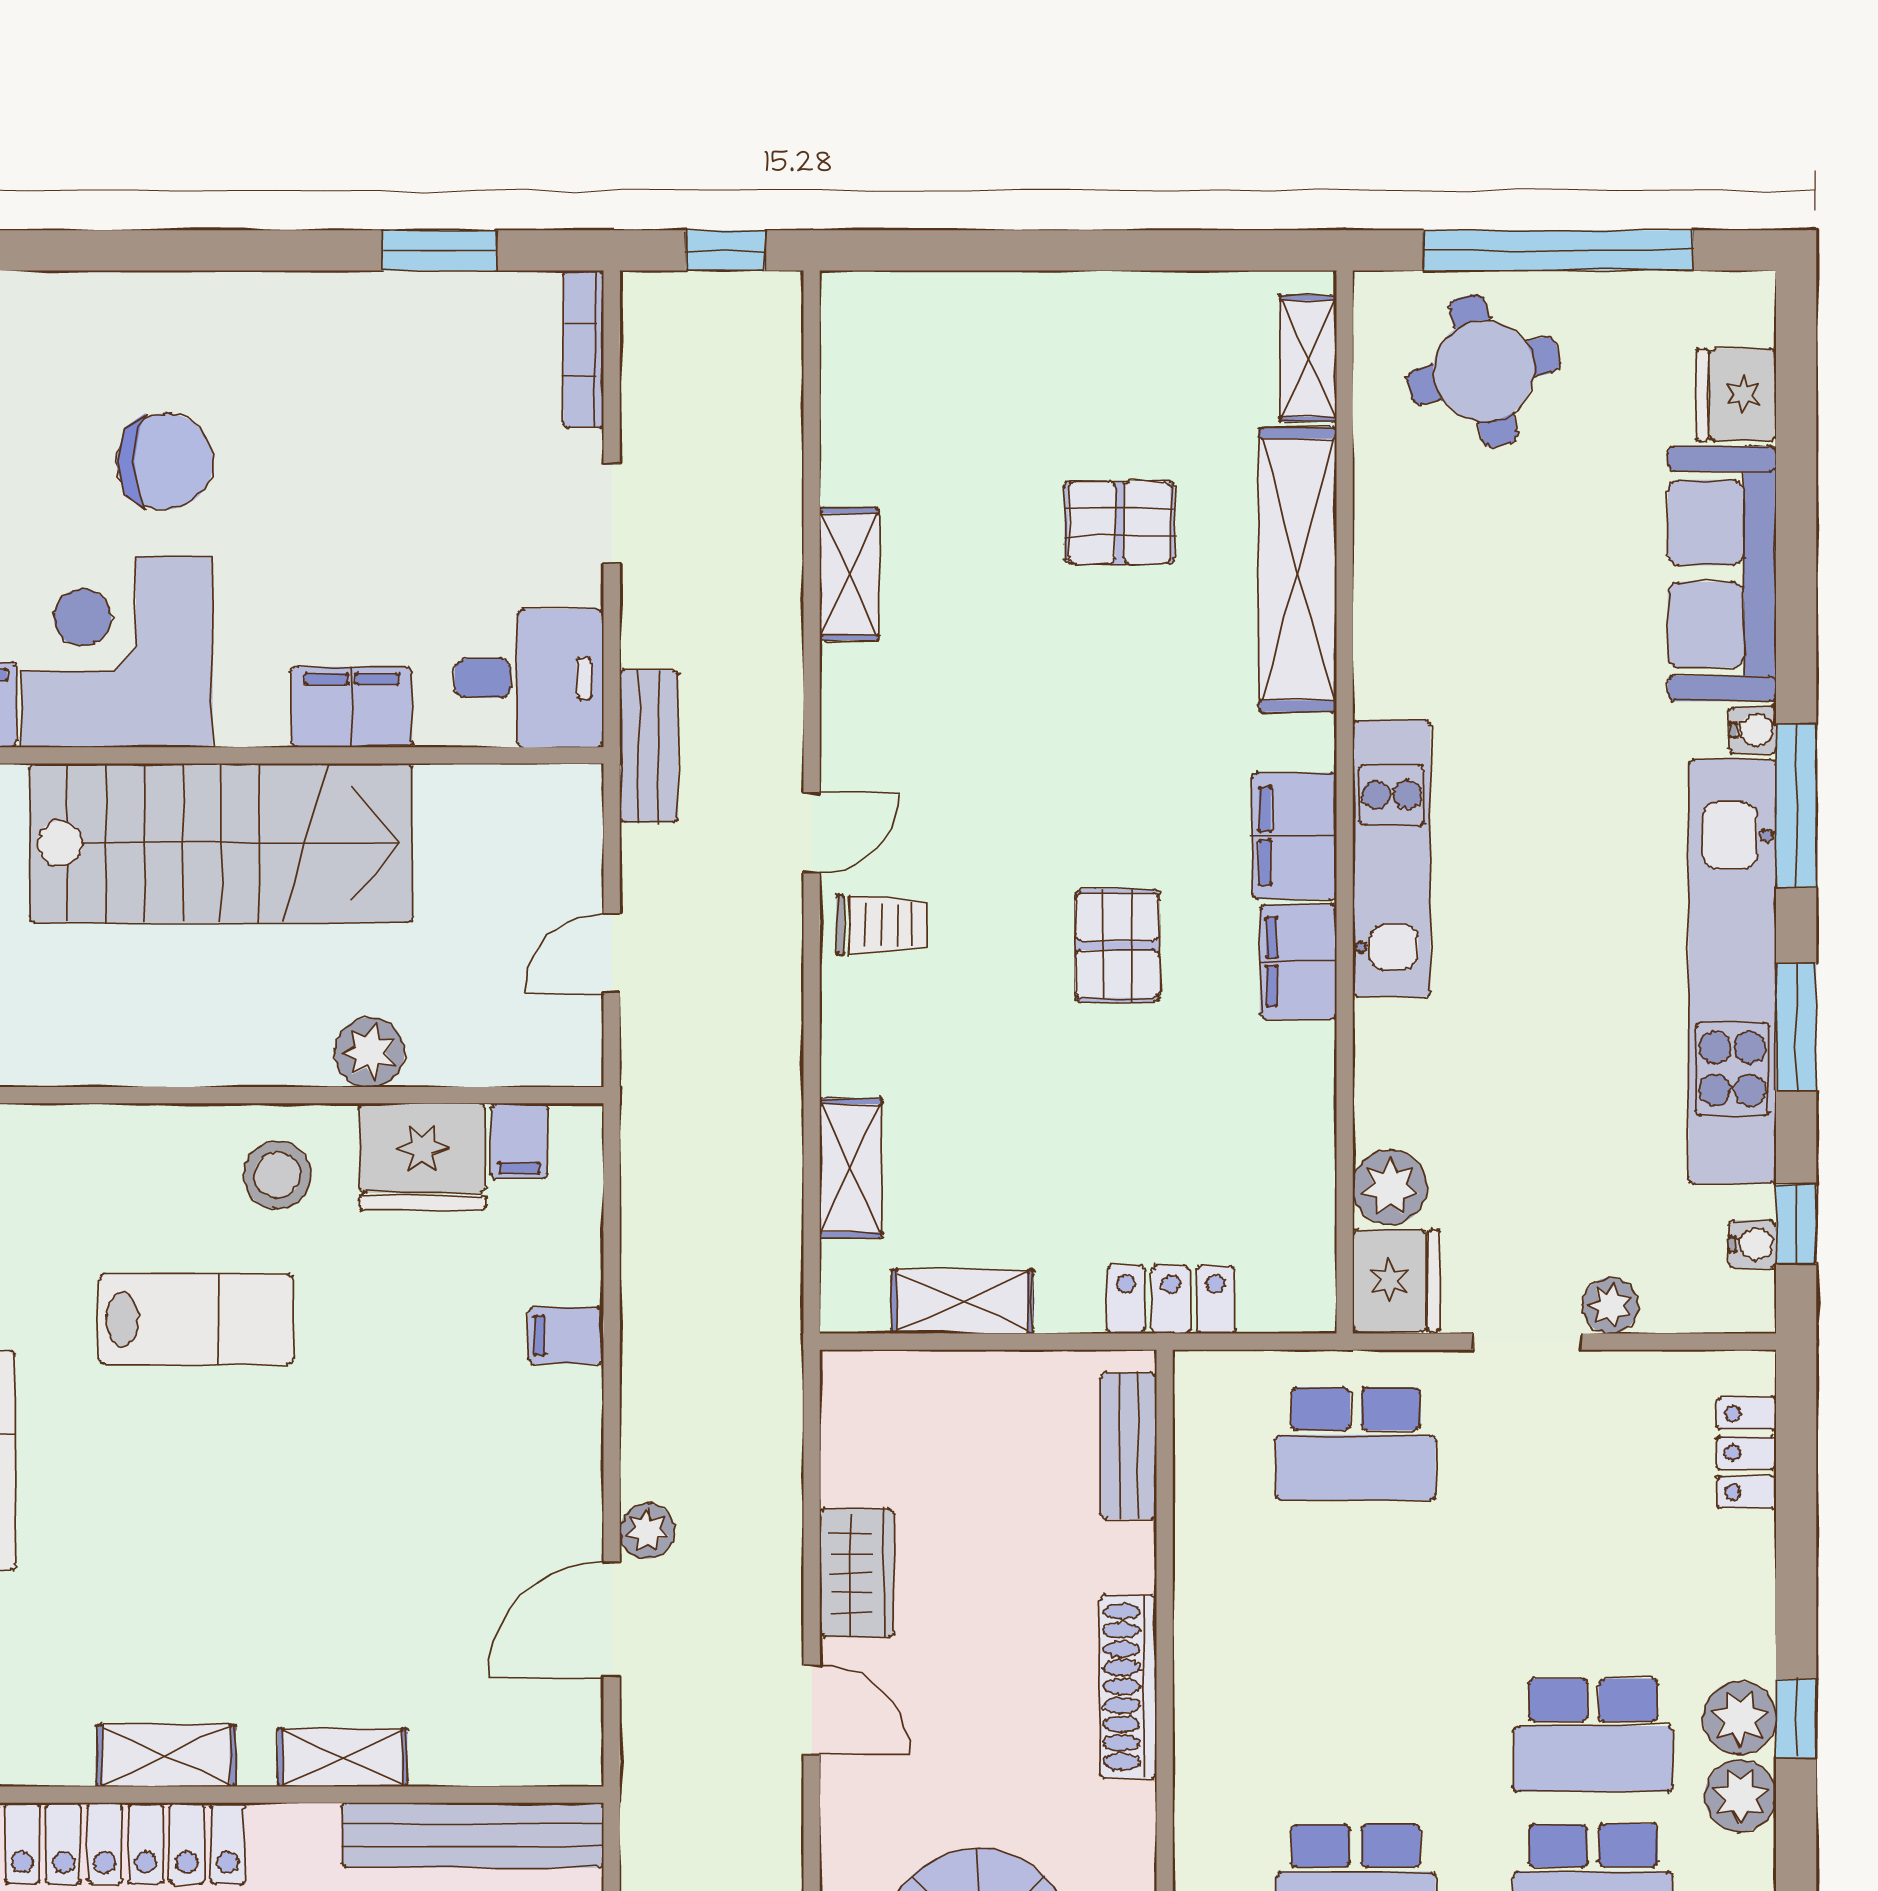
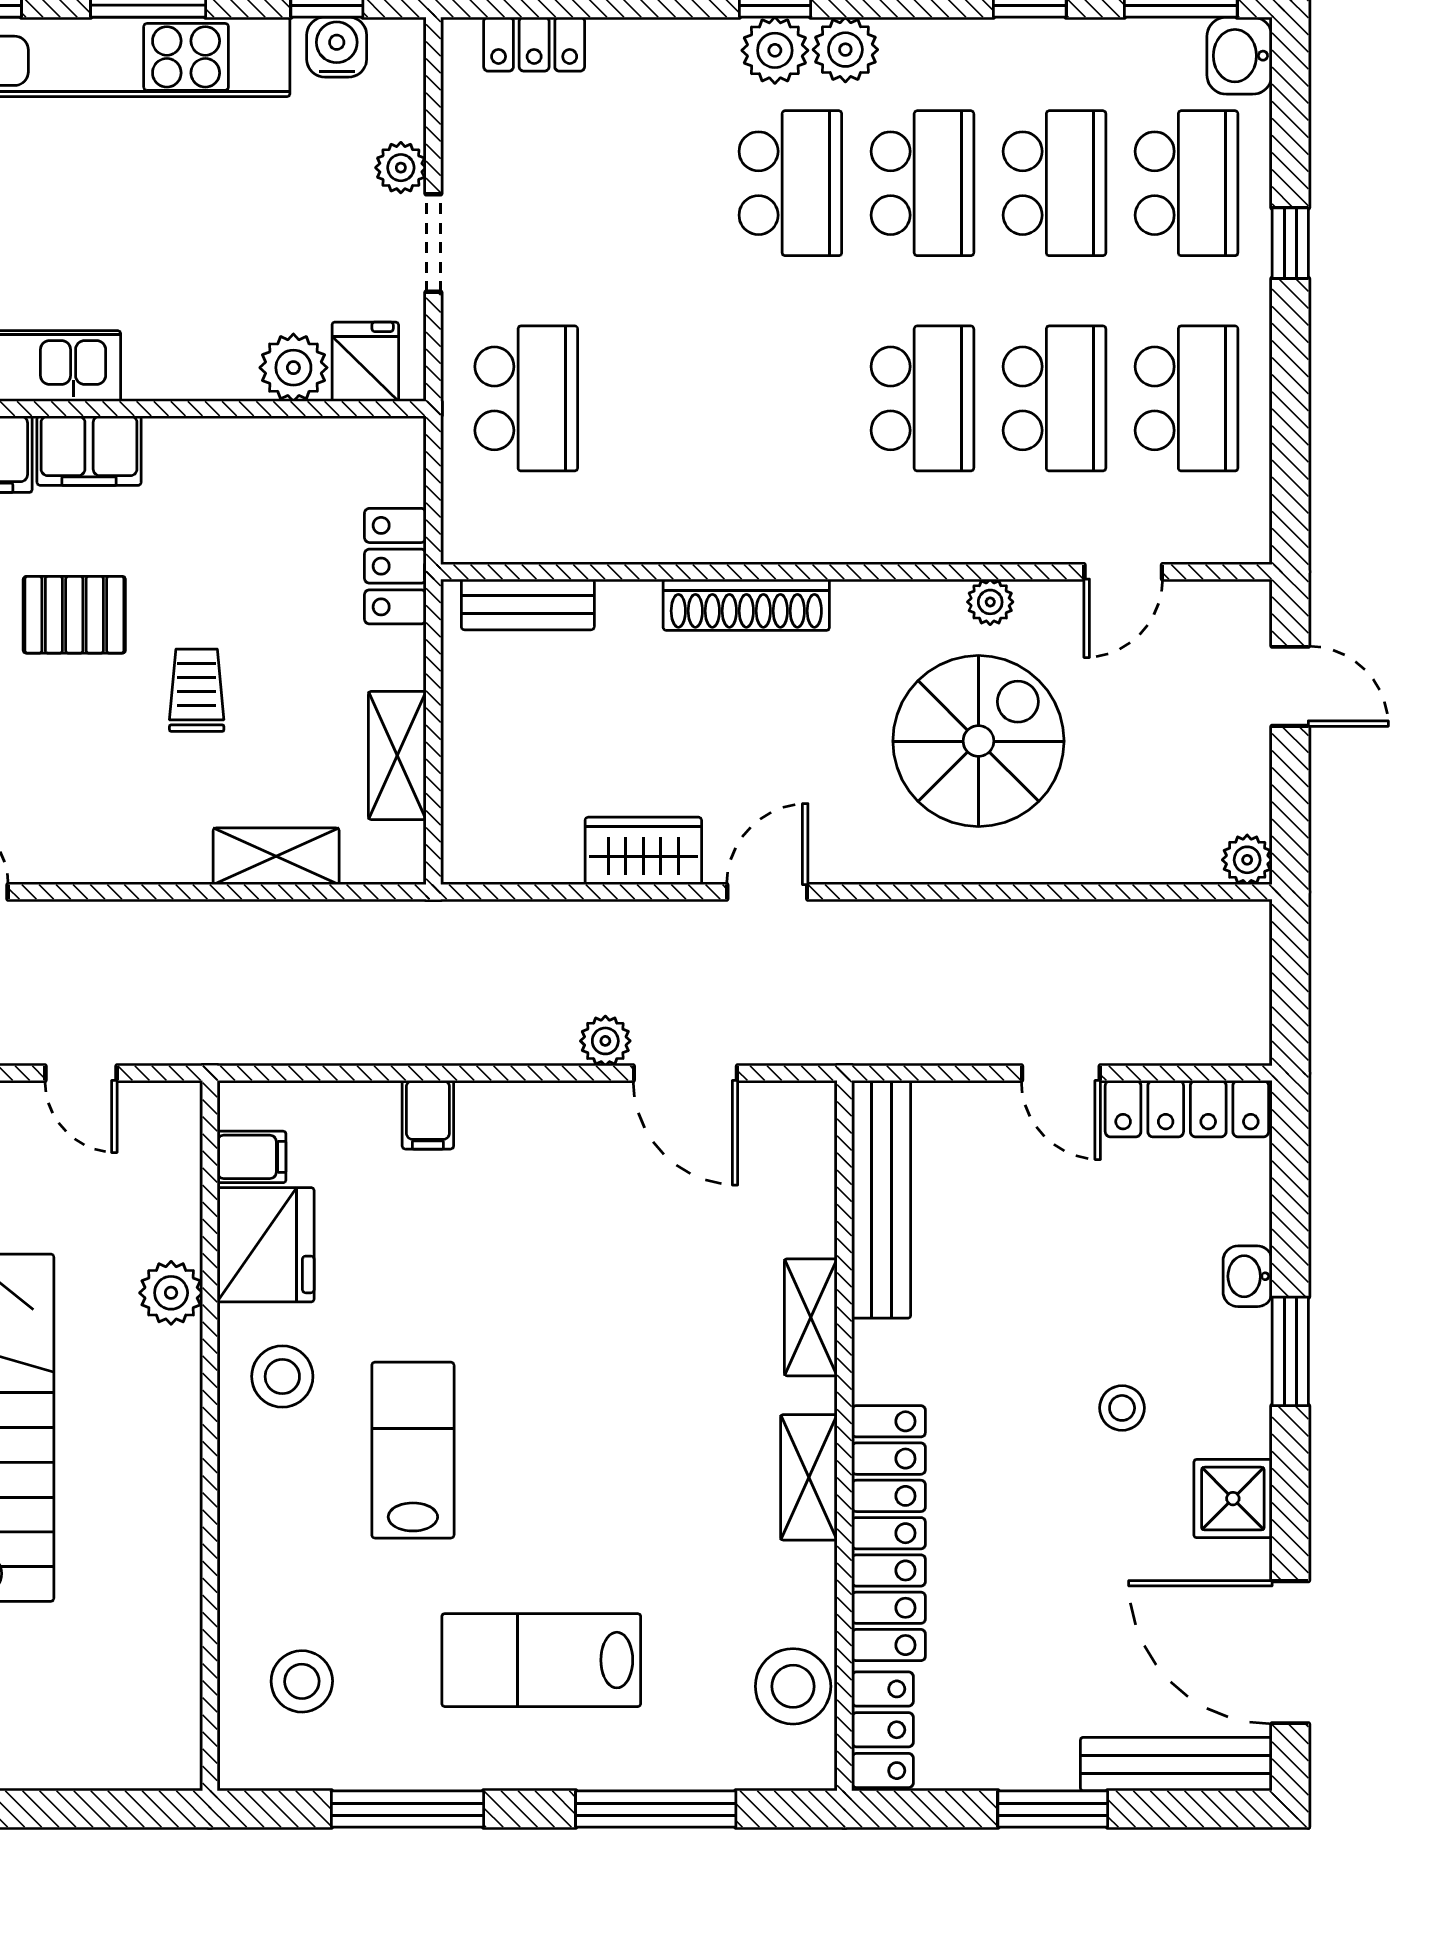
trolley: (882, 925) -> (197, 690), moved
water cooler: (1752, 1244) -> (337, 47), width x1.38, depth x1.38
fridge: (1396, 1281) -> (365, 362), width x0.72

